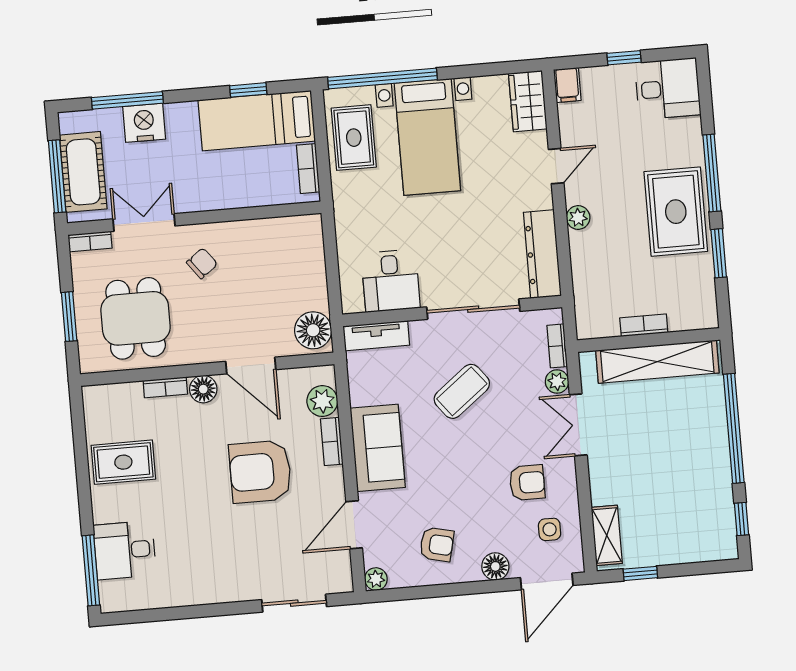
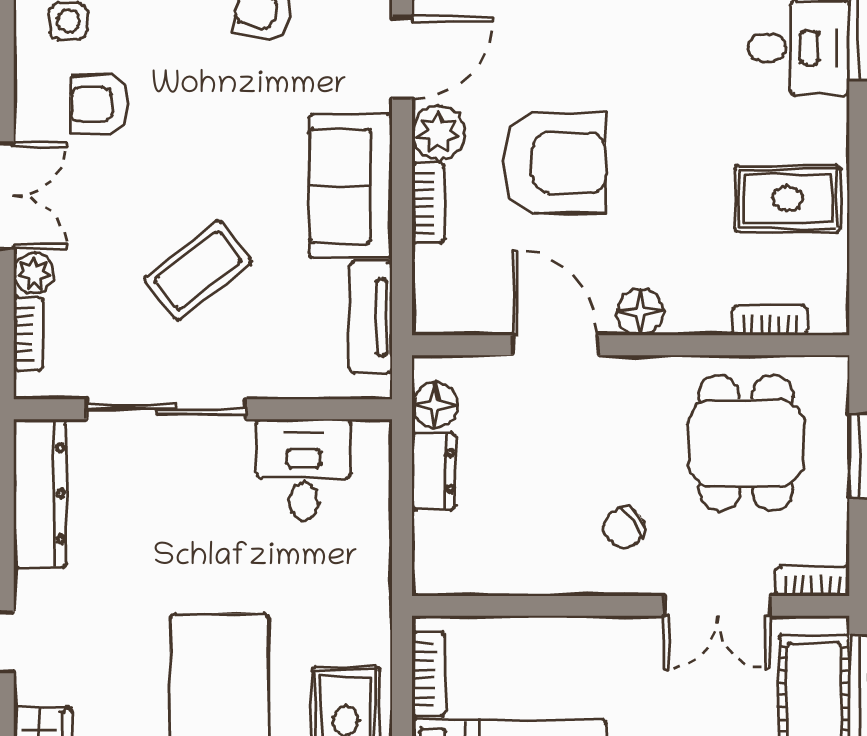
dresser: (315, 287) -> (434, 471), added
floor lamp: (313, 330) -> (435, 405), width x0.73, depth x0.73
tv unit: (376, 336) -> (371, 317), moved, turned -90
bookcase: (165, 387) -> (770, 321), moved
plant: (322, 401) -> (438, 133), moved

